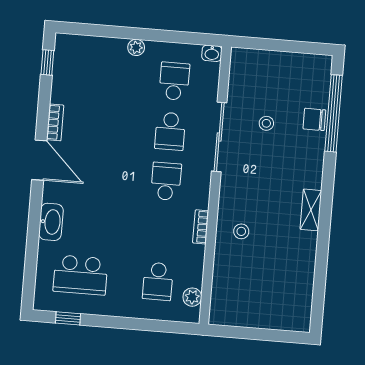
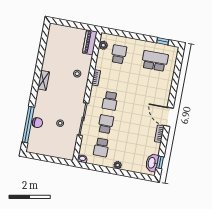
washbasin: (51, 222) -> (152, 163), moved
piano: (221, 300) -> (90, 42), added

